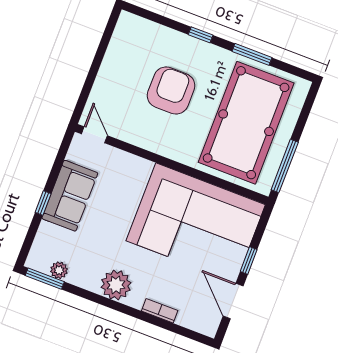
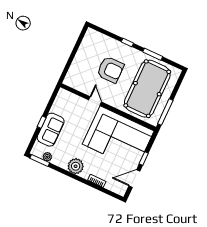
armchair: (171, 91) -> (110, 70), turned 90
door: (94, 135) -> (95, 101), moved
sofa: (70, 196) -> (51, 130), moved
door: (233, 301) -> (134, 179), hinge flipped

